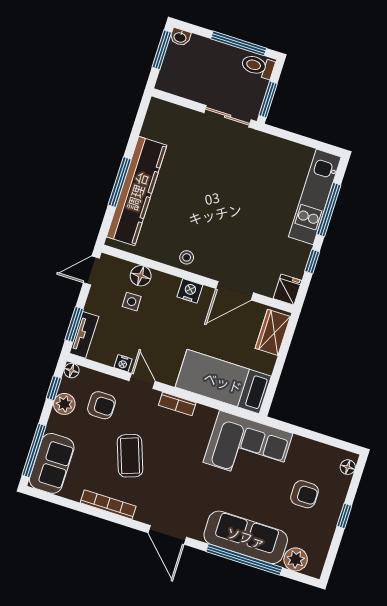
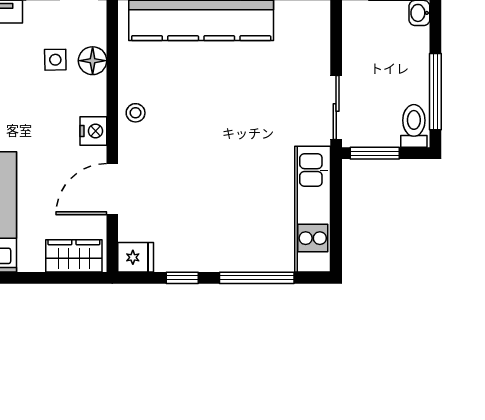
kitchen unit: (315, 197) -> (313, 209), moved, turned -90
door: (235, 291) -> (112, 189), hinge flipped

